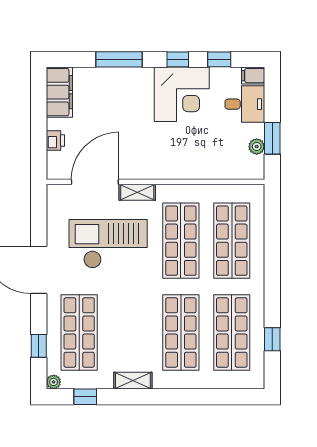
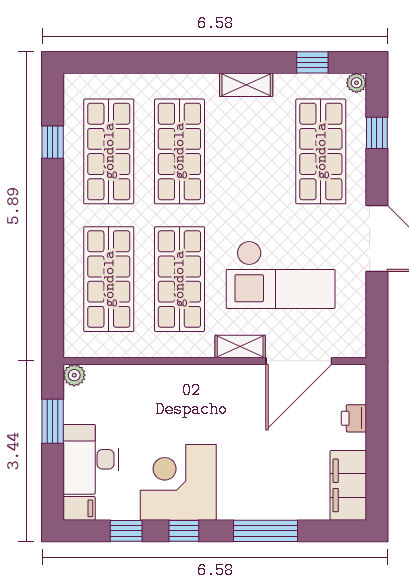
desk: (245, 104) -> (91, 459), width x1.37
plant: (257, 147) -> (74, 375), moved

